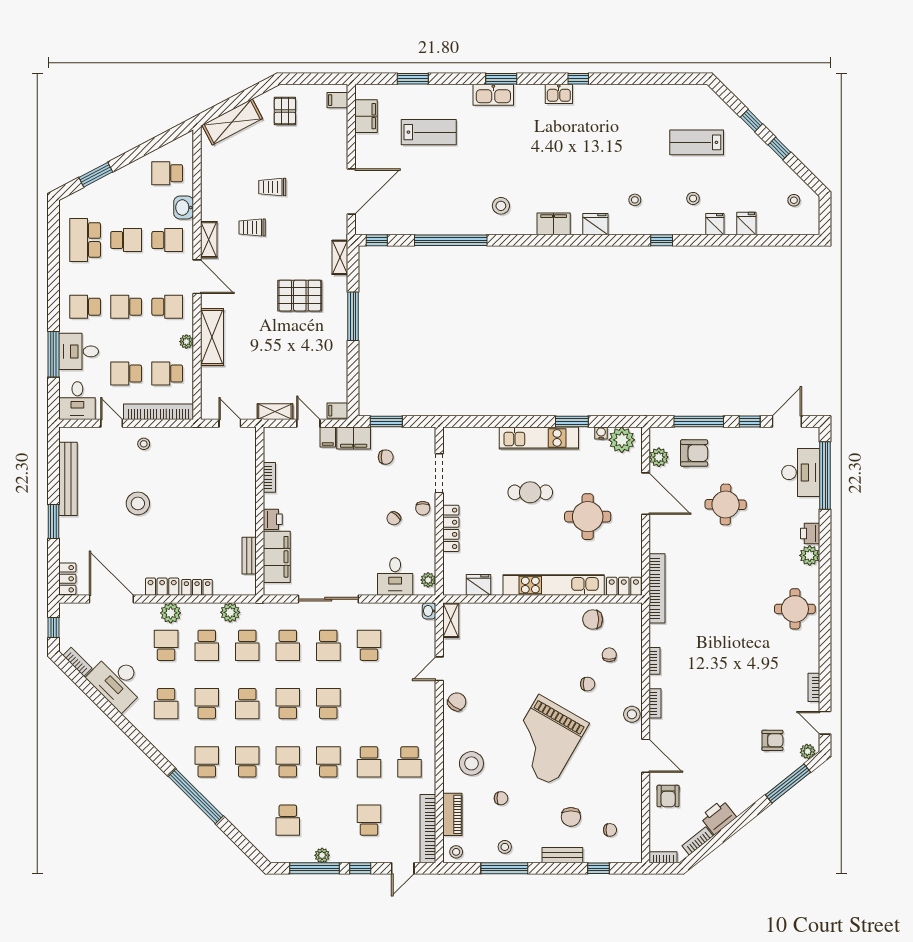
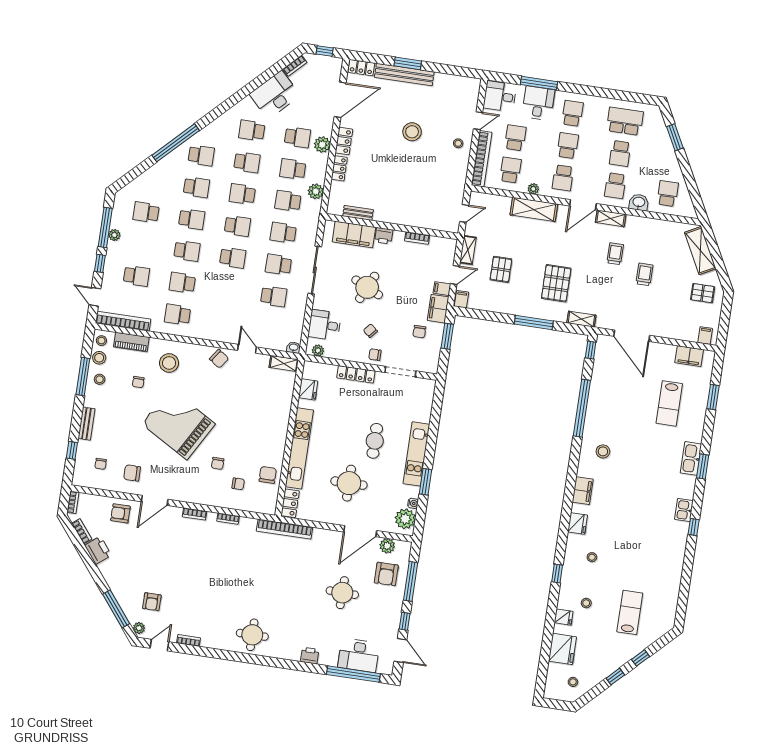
fridge: (746, 223) -> (562, 649), width x1.88, depth x1.34
pallet: (293, 367) -> (501, 269), added
bench: (68, 479) -> (404, 75), moved
round table: (340, 530) -> (367, 287), added
plant: (810, 555) -> (292, 653), removed
stool: (632, 714) -> (99, 358), moved
chair: (571, 817) -> (132, 473), moved

